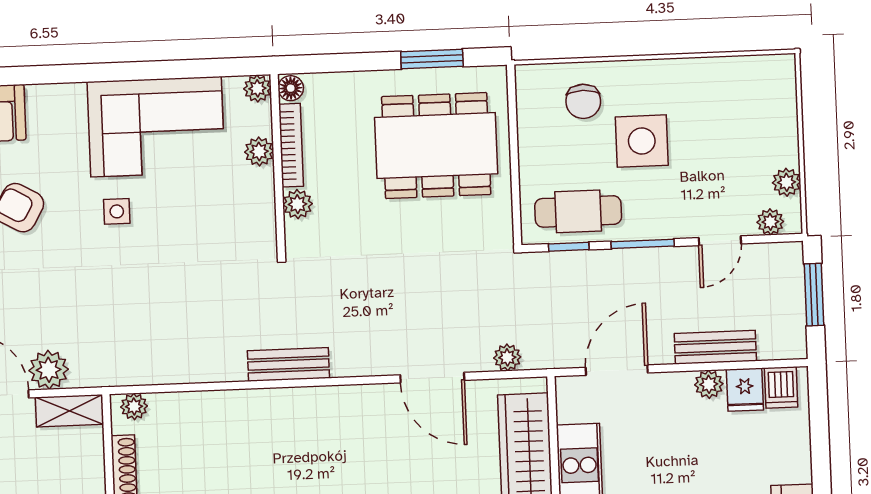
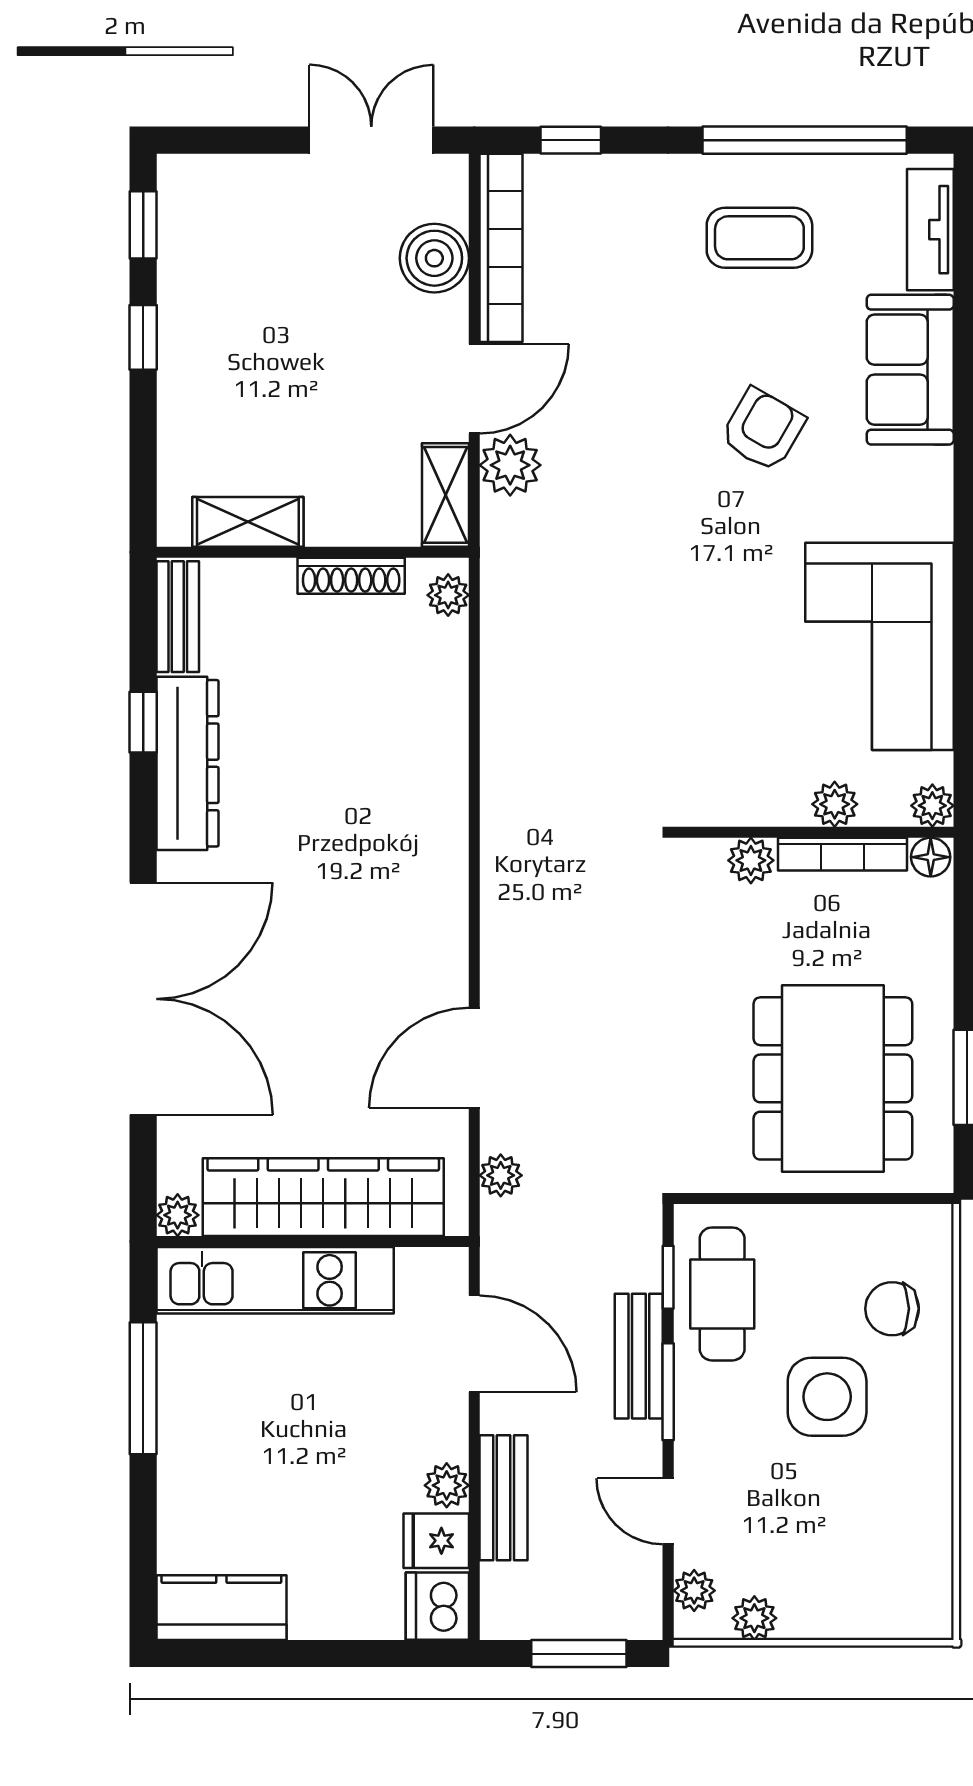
side table: (117, 211) -> (751, 580), removed
bench: (288, 364) -> (639, 1356), moved
dishwasher: (781, 387) -> (437, 1606), width x1.38

